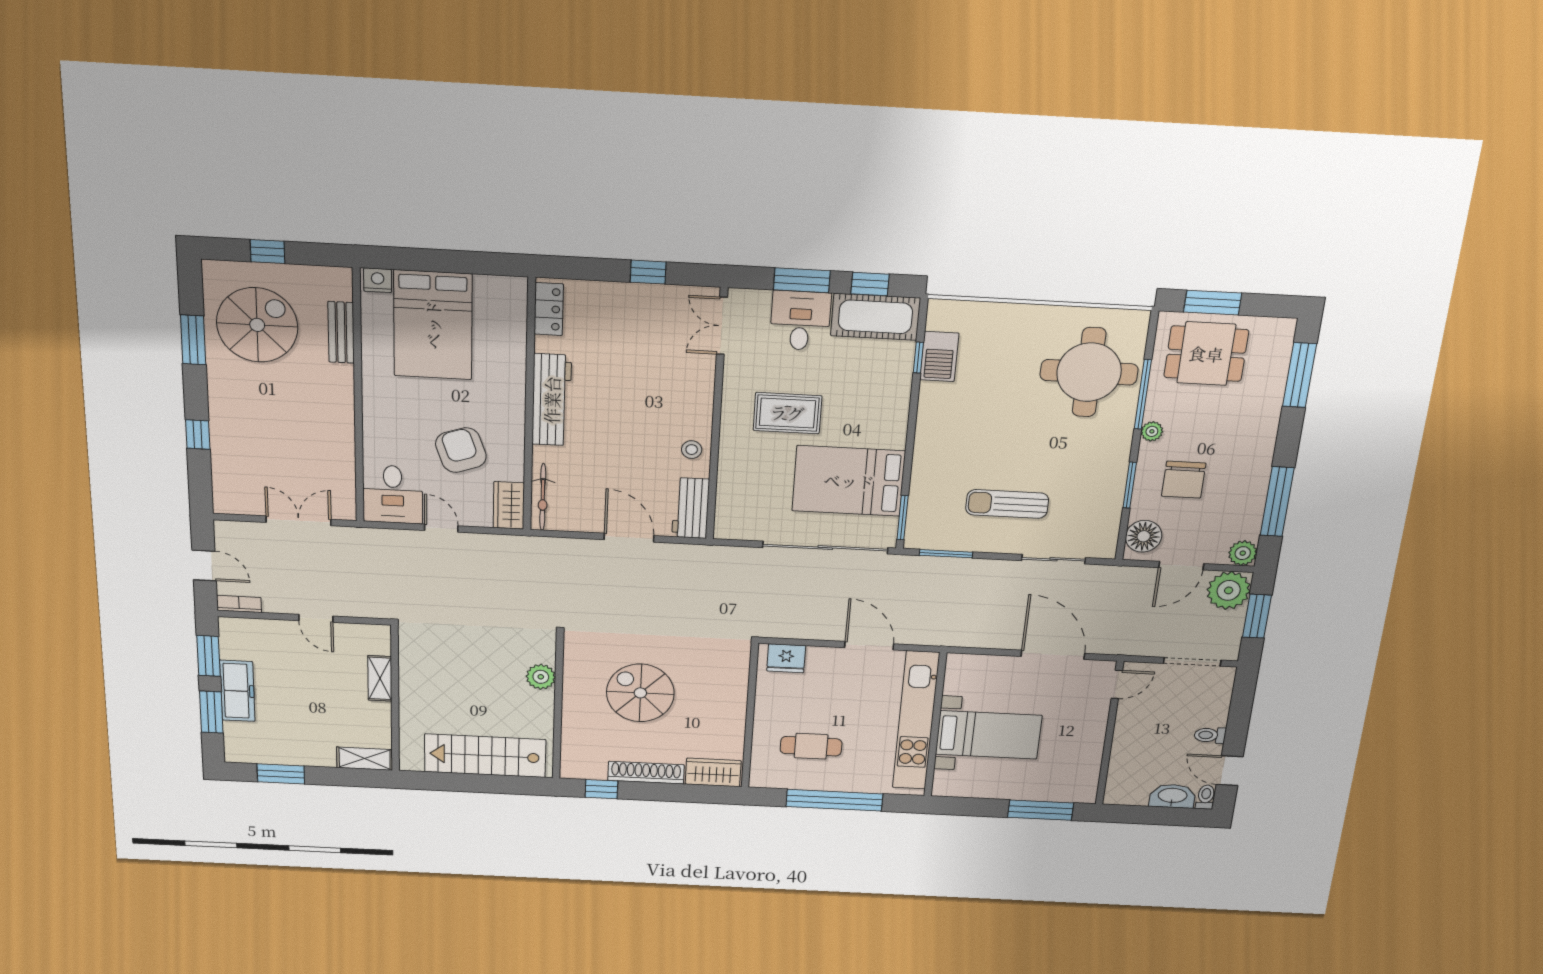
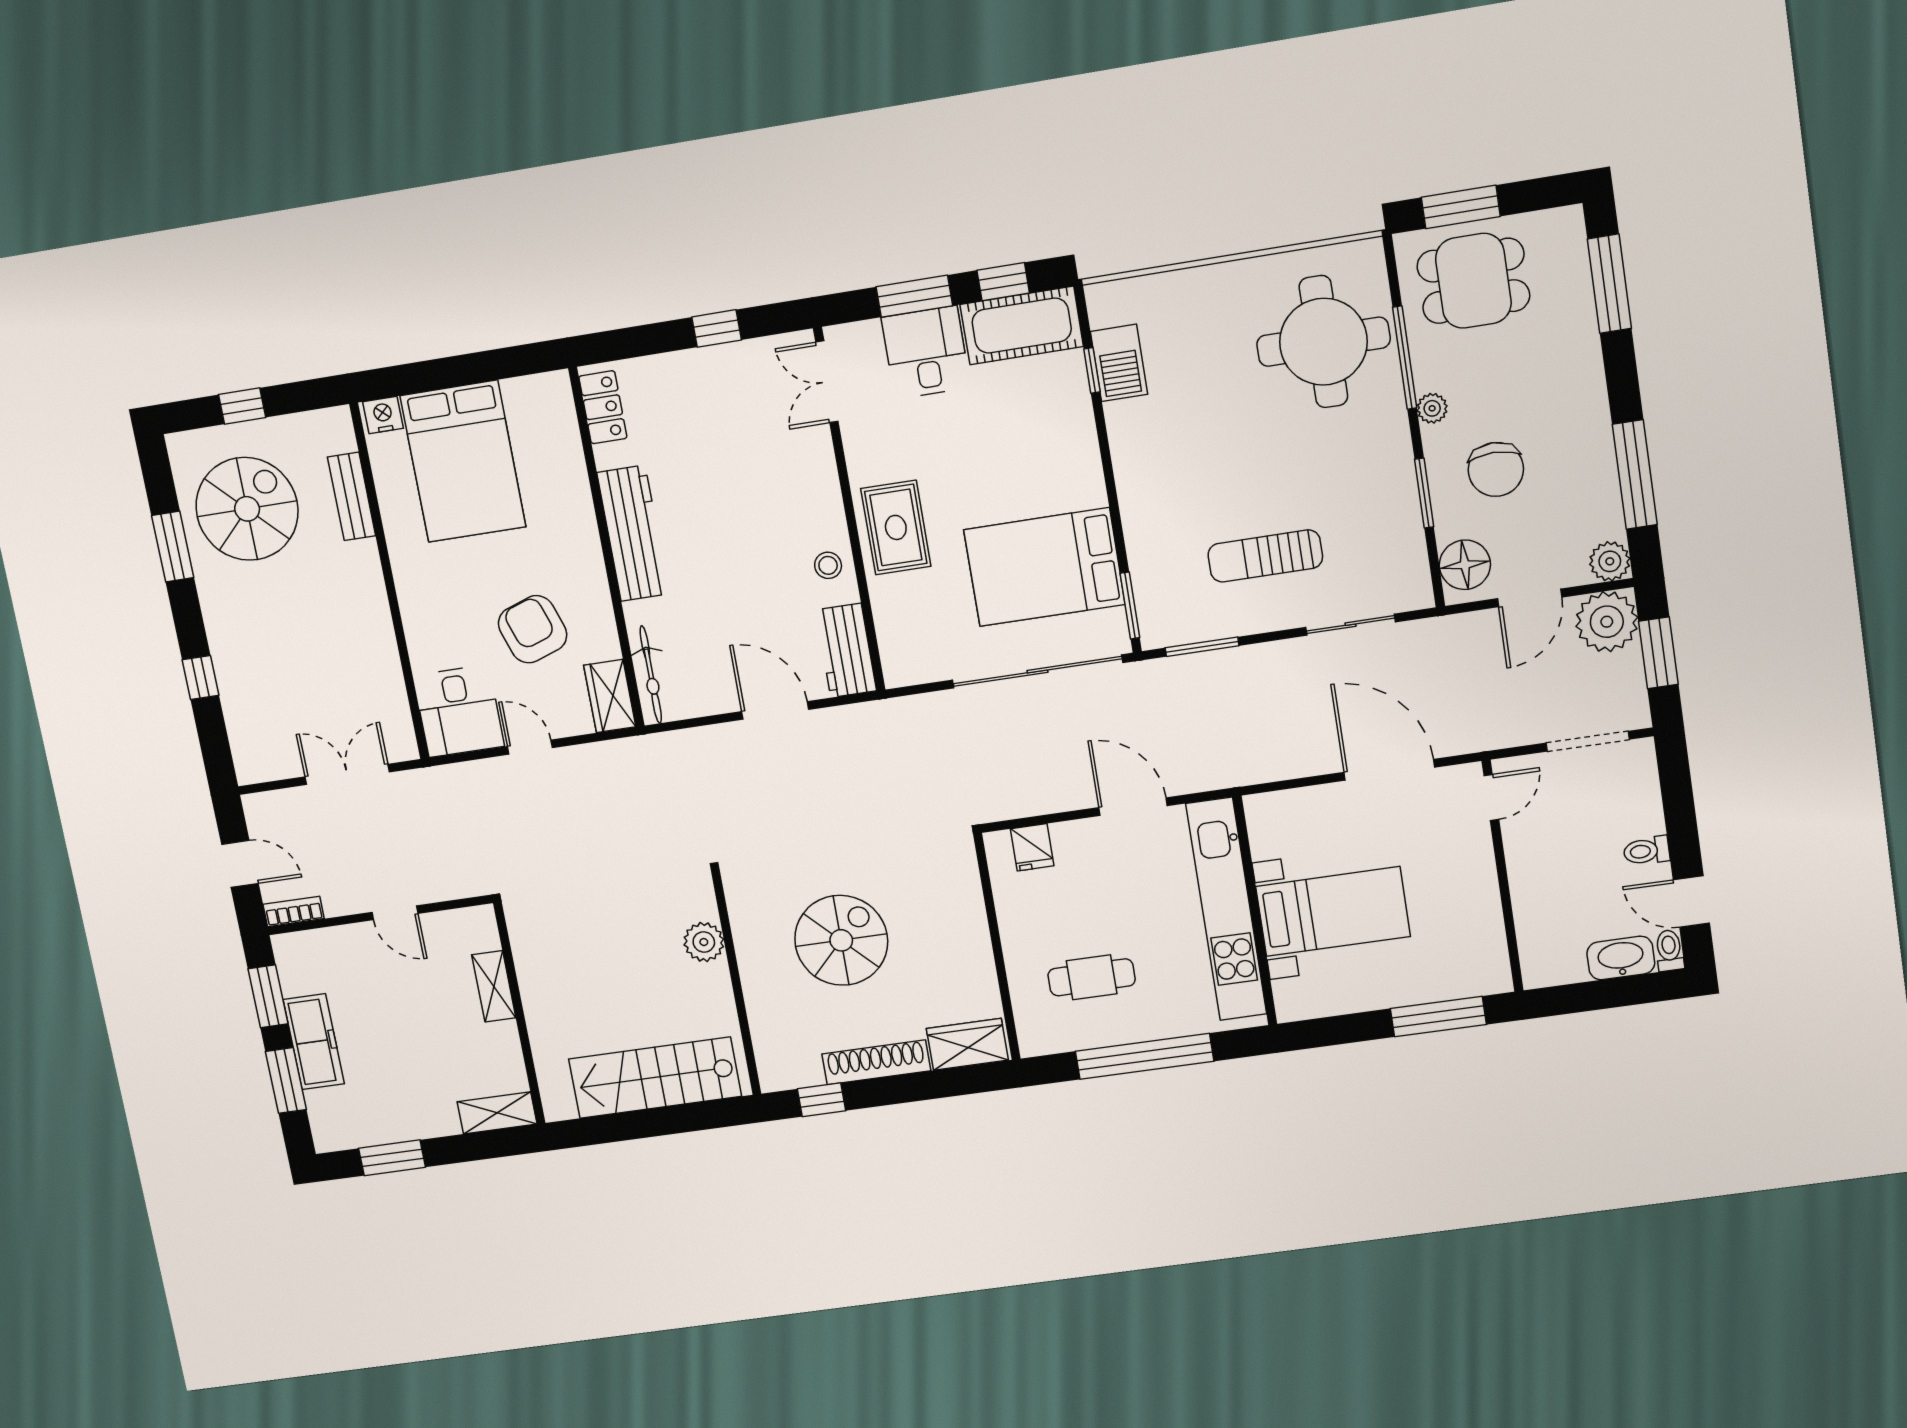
rug: (787, 413) -> (896, 527), moved, turned 90
fridge: (786, 658) -> (1032, 847), width x0.72
spiral stairs: (640, 693) -> (841, 940), turned 90

